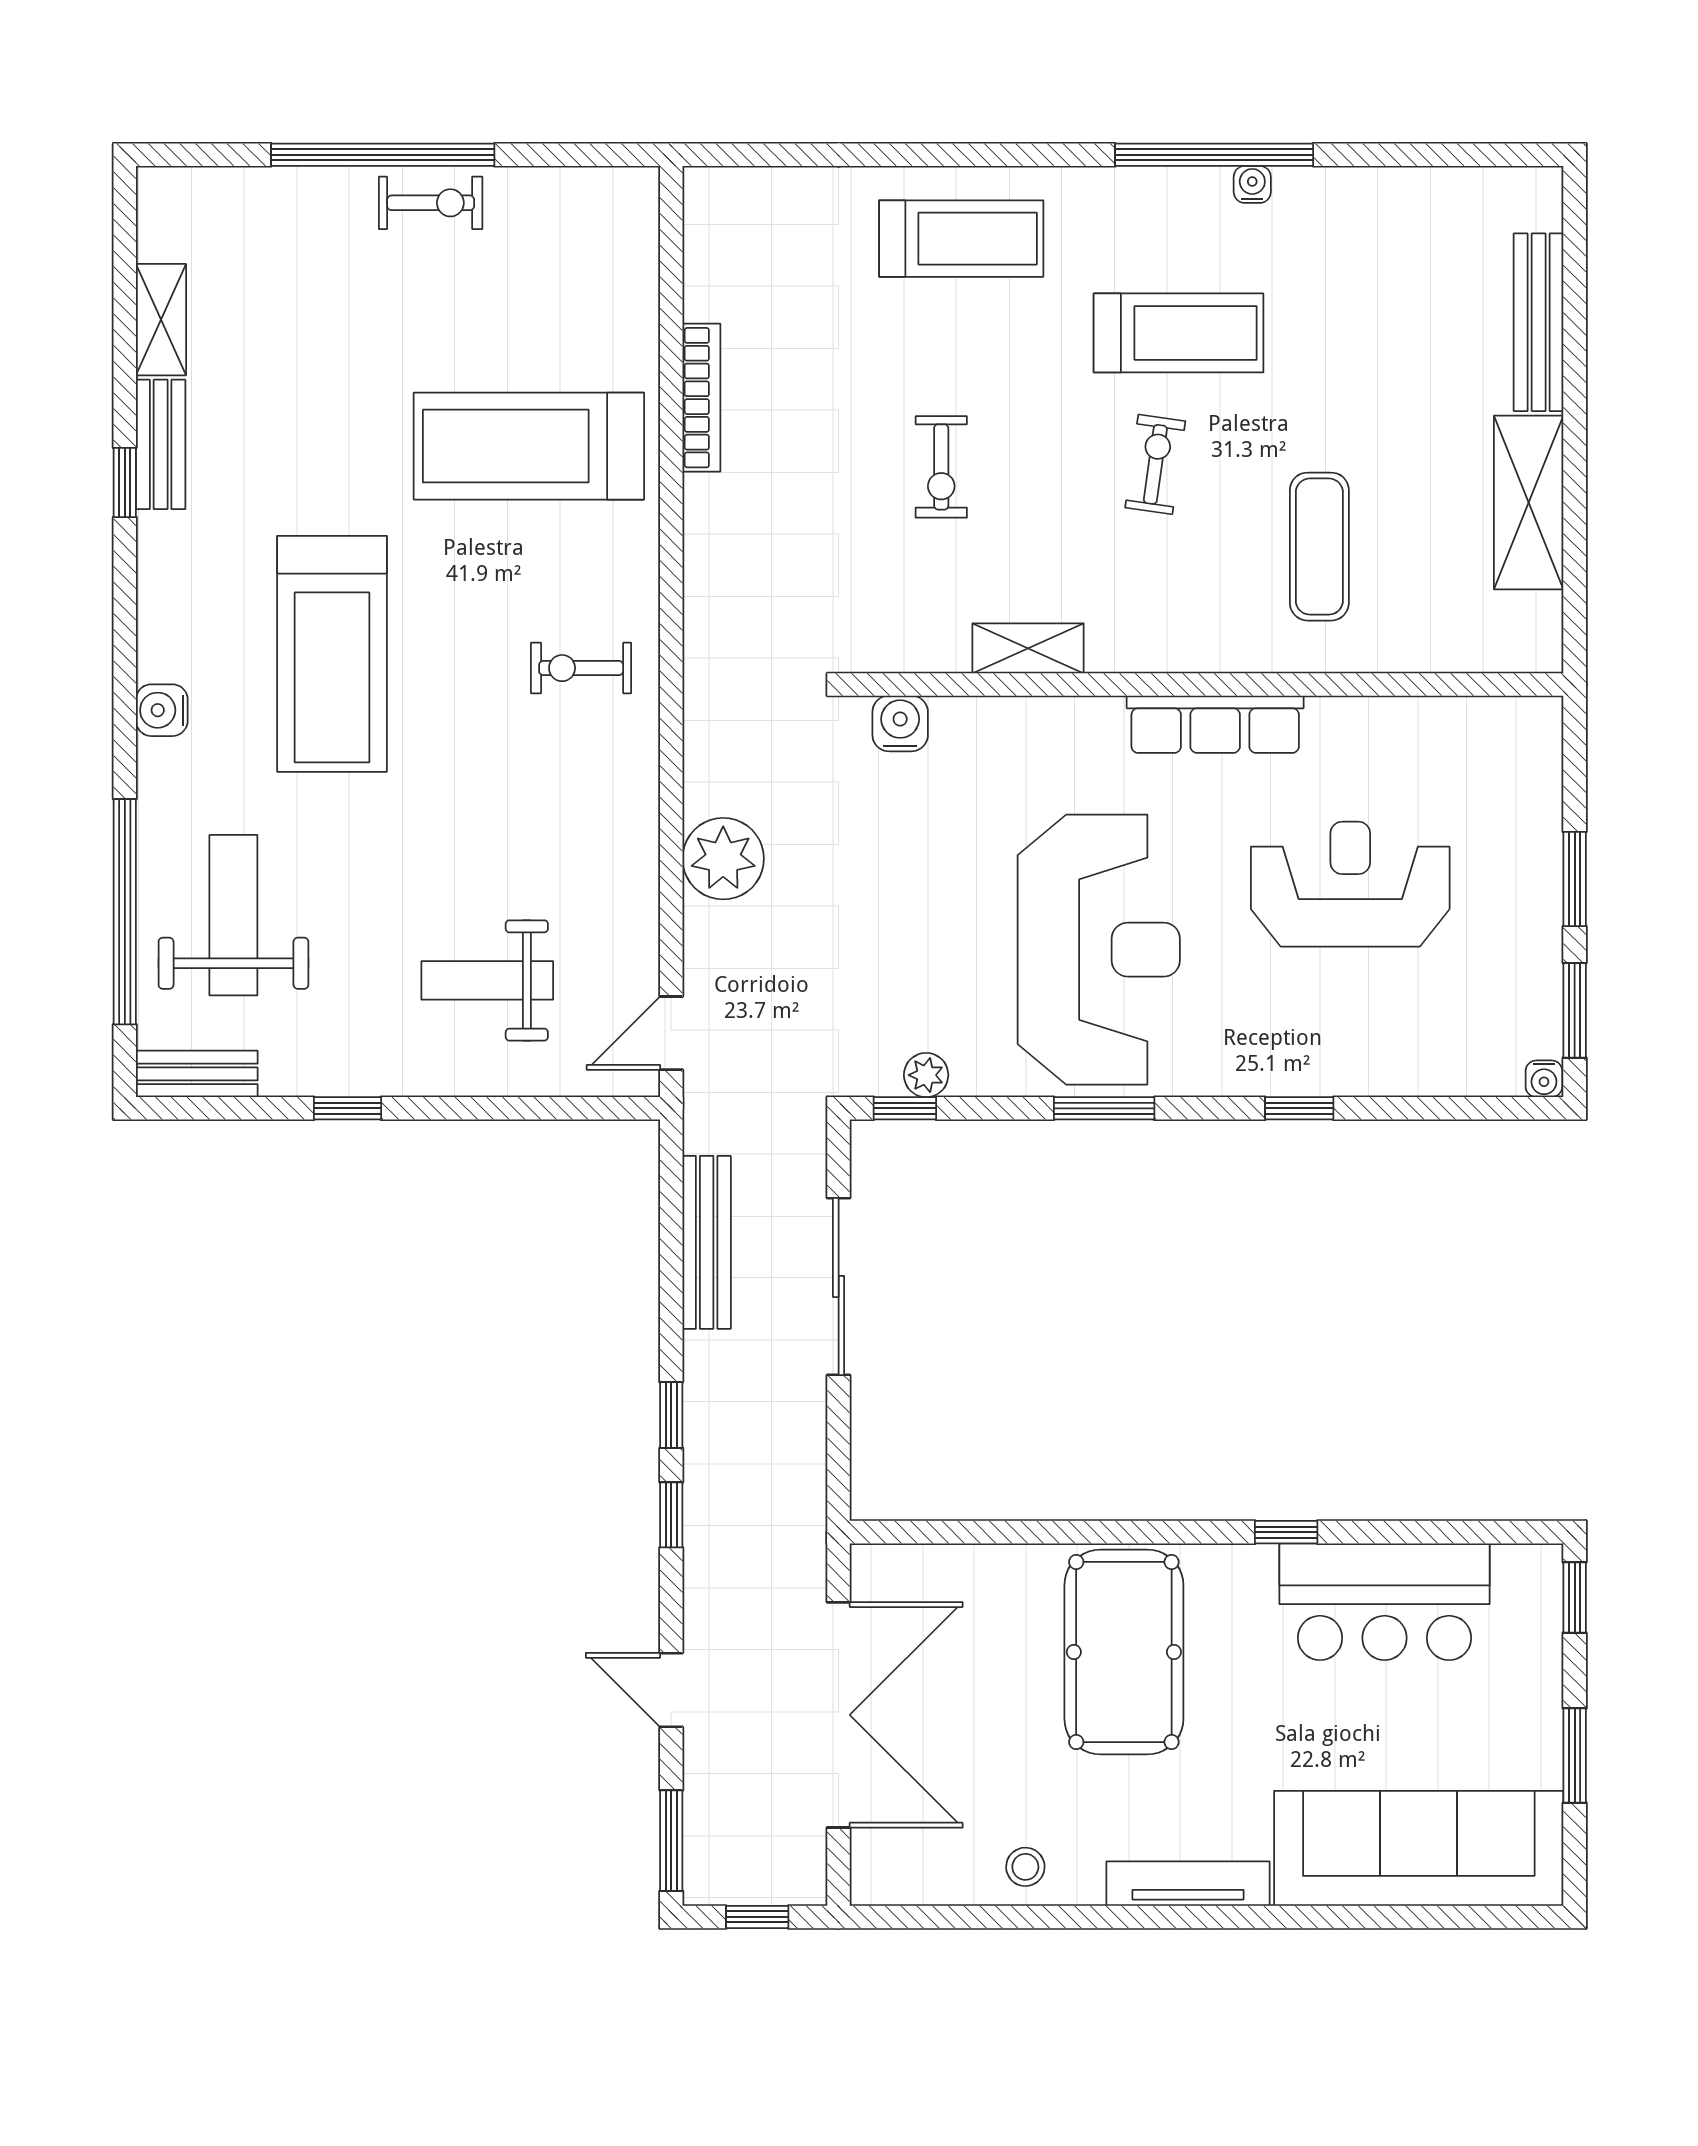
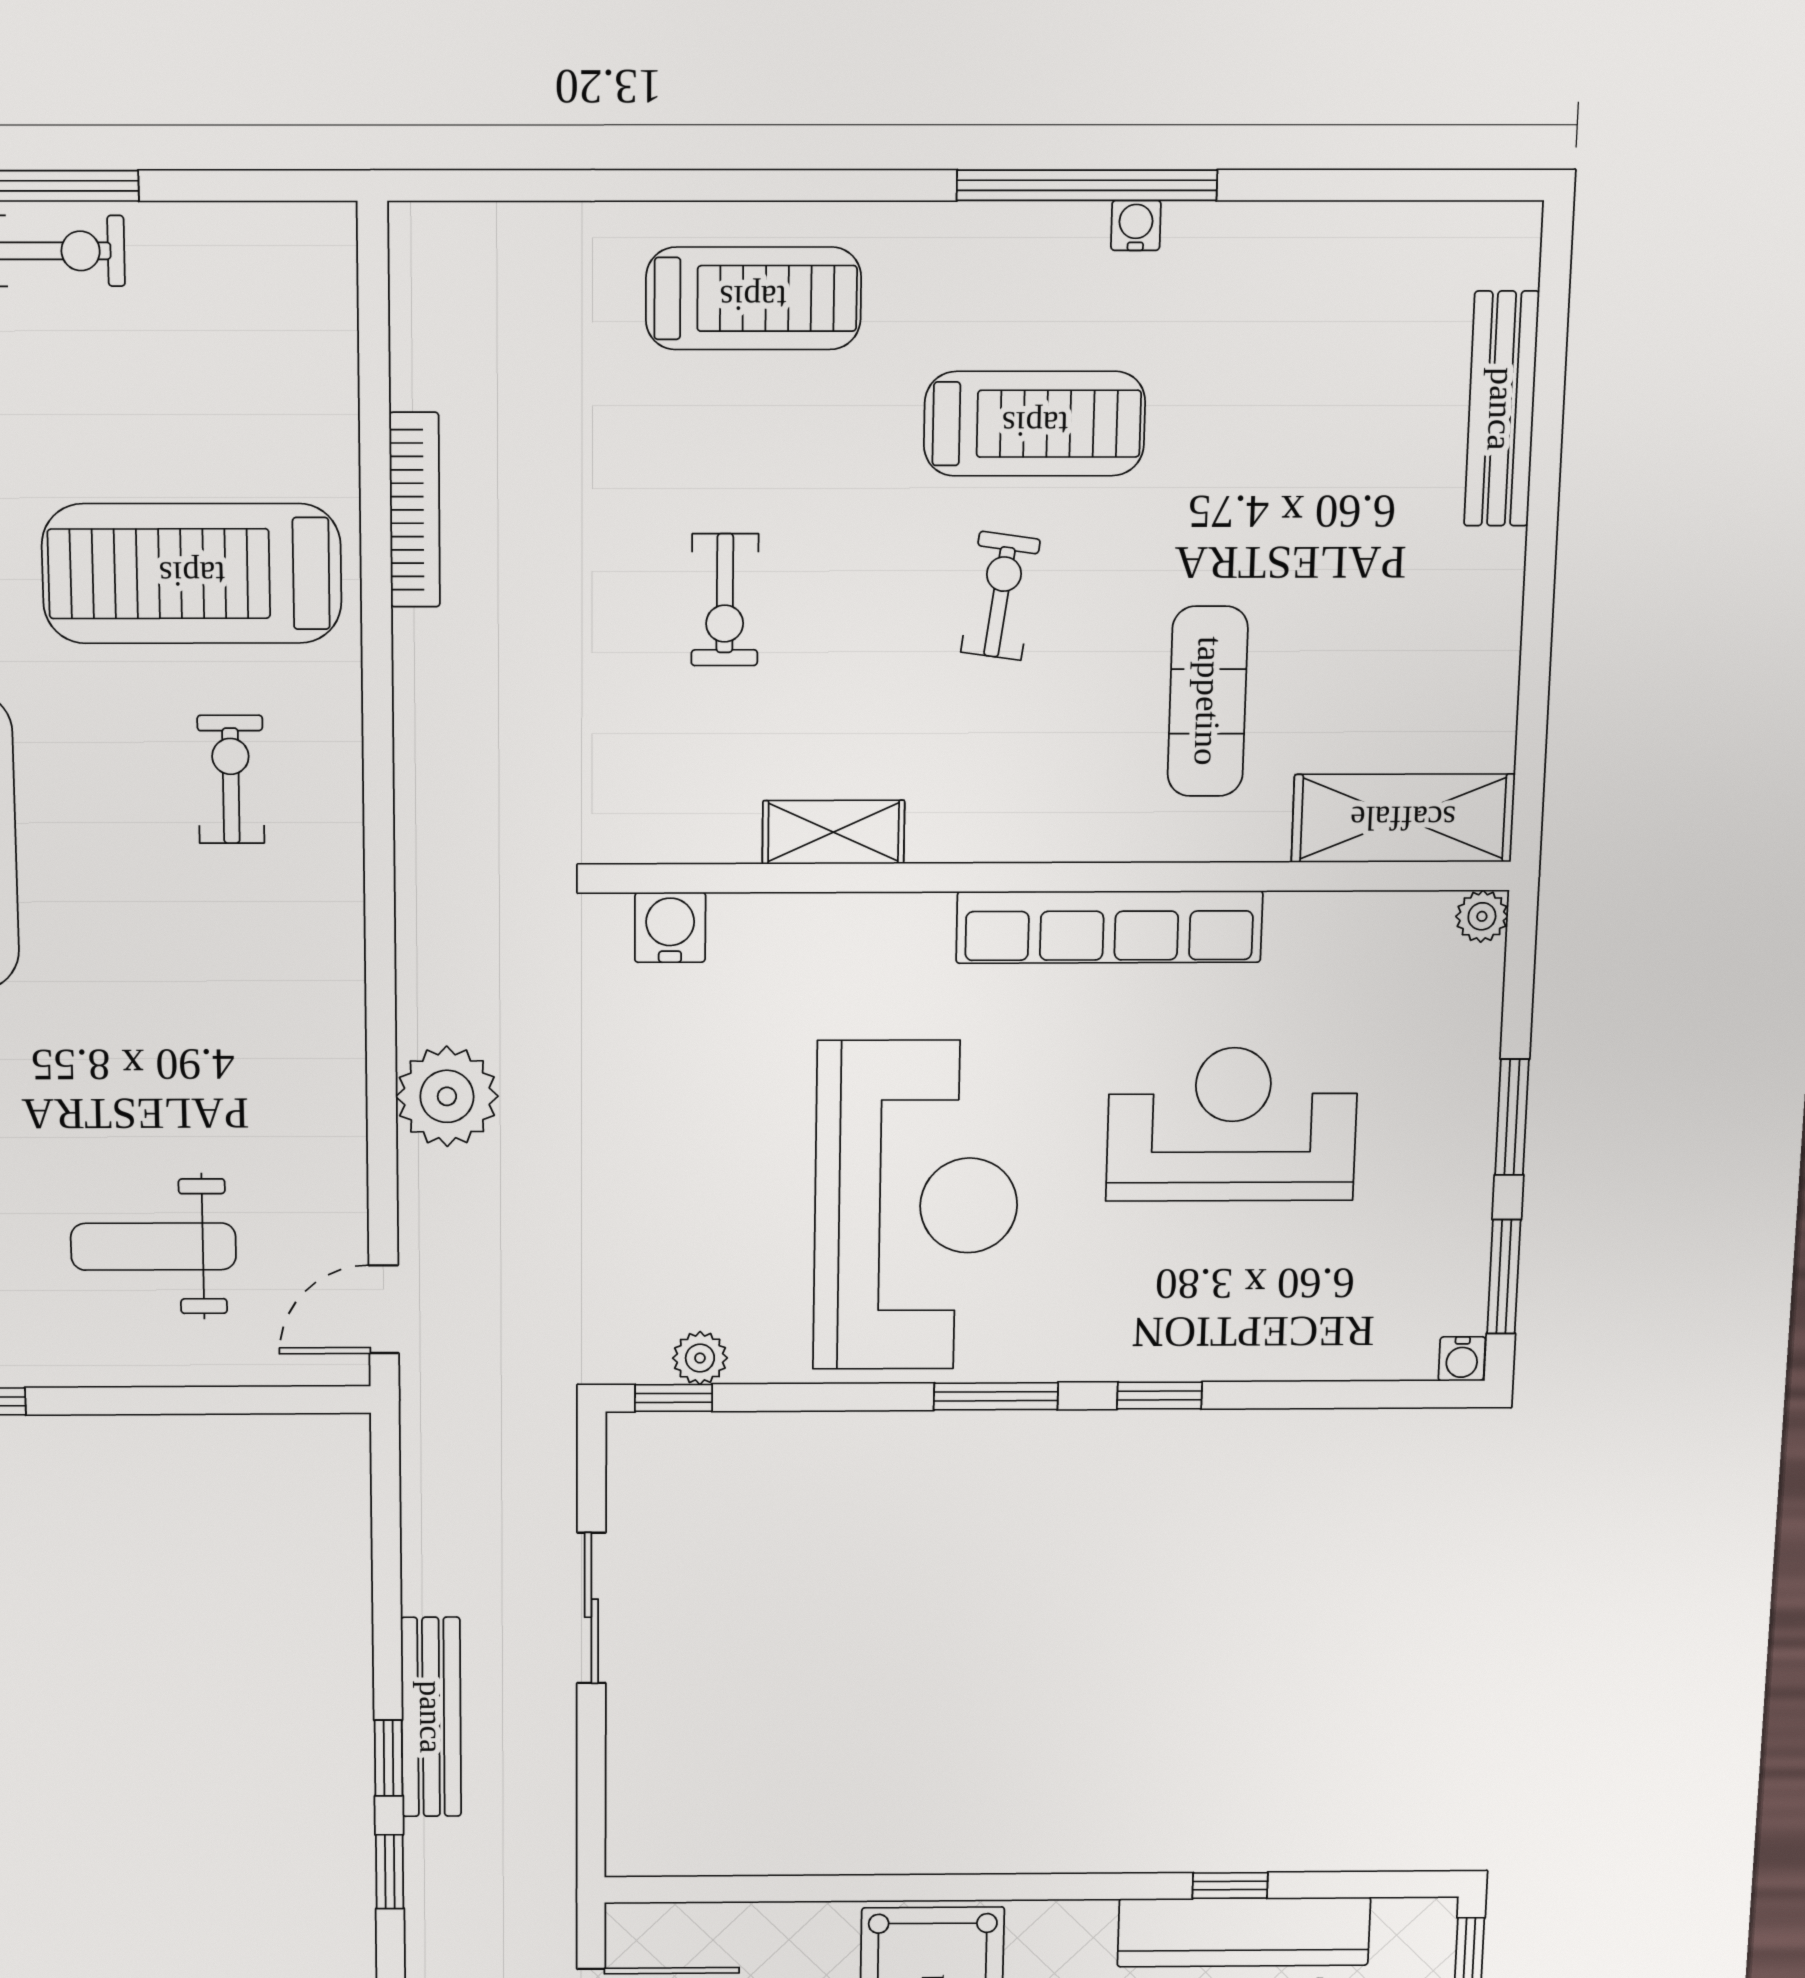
shelving: (1529, 502) -> (1403, 818), moved, turned 90
exercise bike: (581, 668) -> (231, 779), moved, turned 90
plant: (1543, 717) -> (1482, 916), added
row of seats: (1215, 724) -> (1109, 927), width x1.36
window: (1104, 1108) -> (996, 1396), moved
bench: (707, 1242) -> (431, 1717), moved
sliding door: (839, 1286) -> (591, 1608), width x0.73
window: (1286, 1532) -> (1230, 1885), moved

